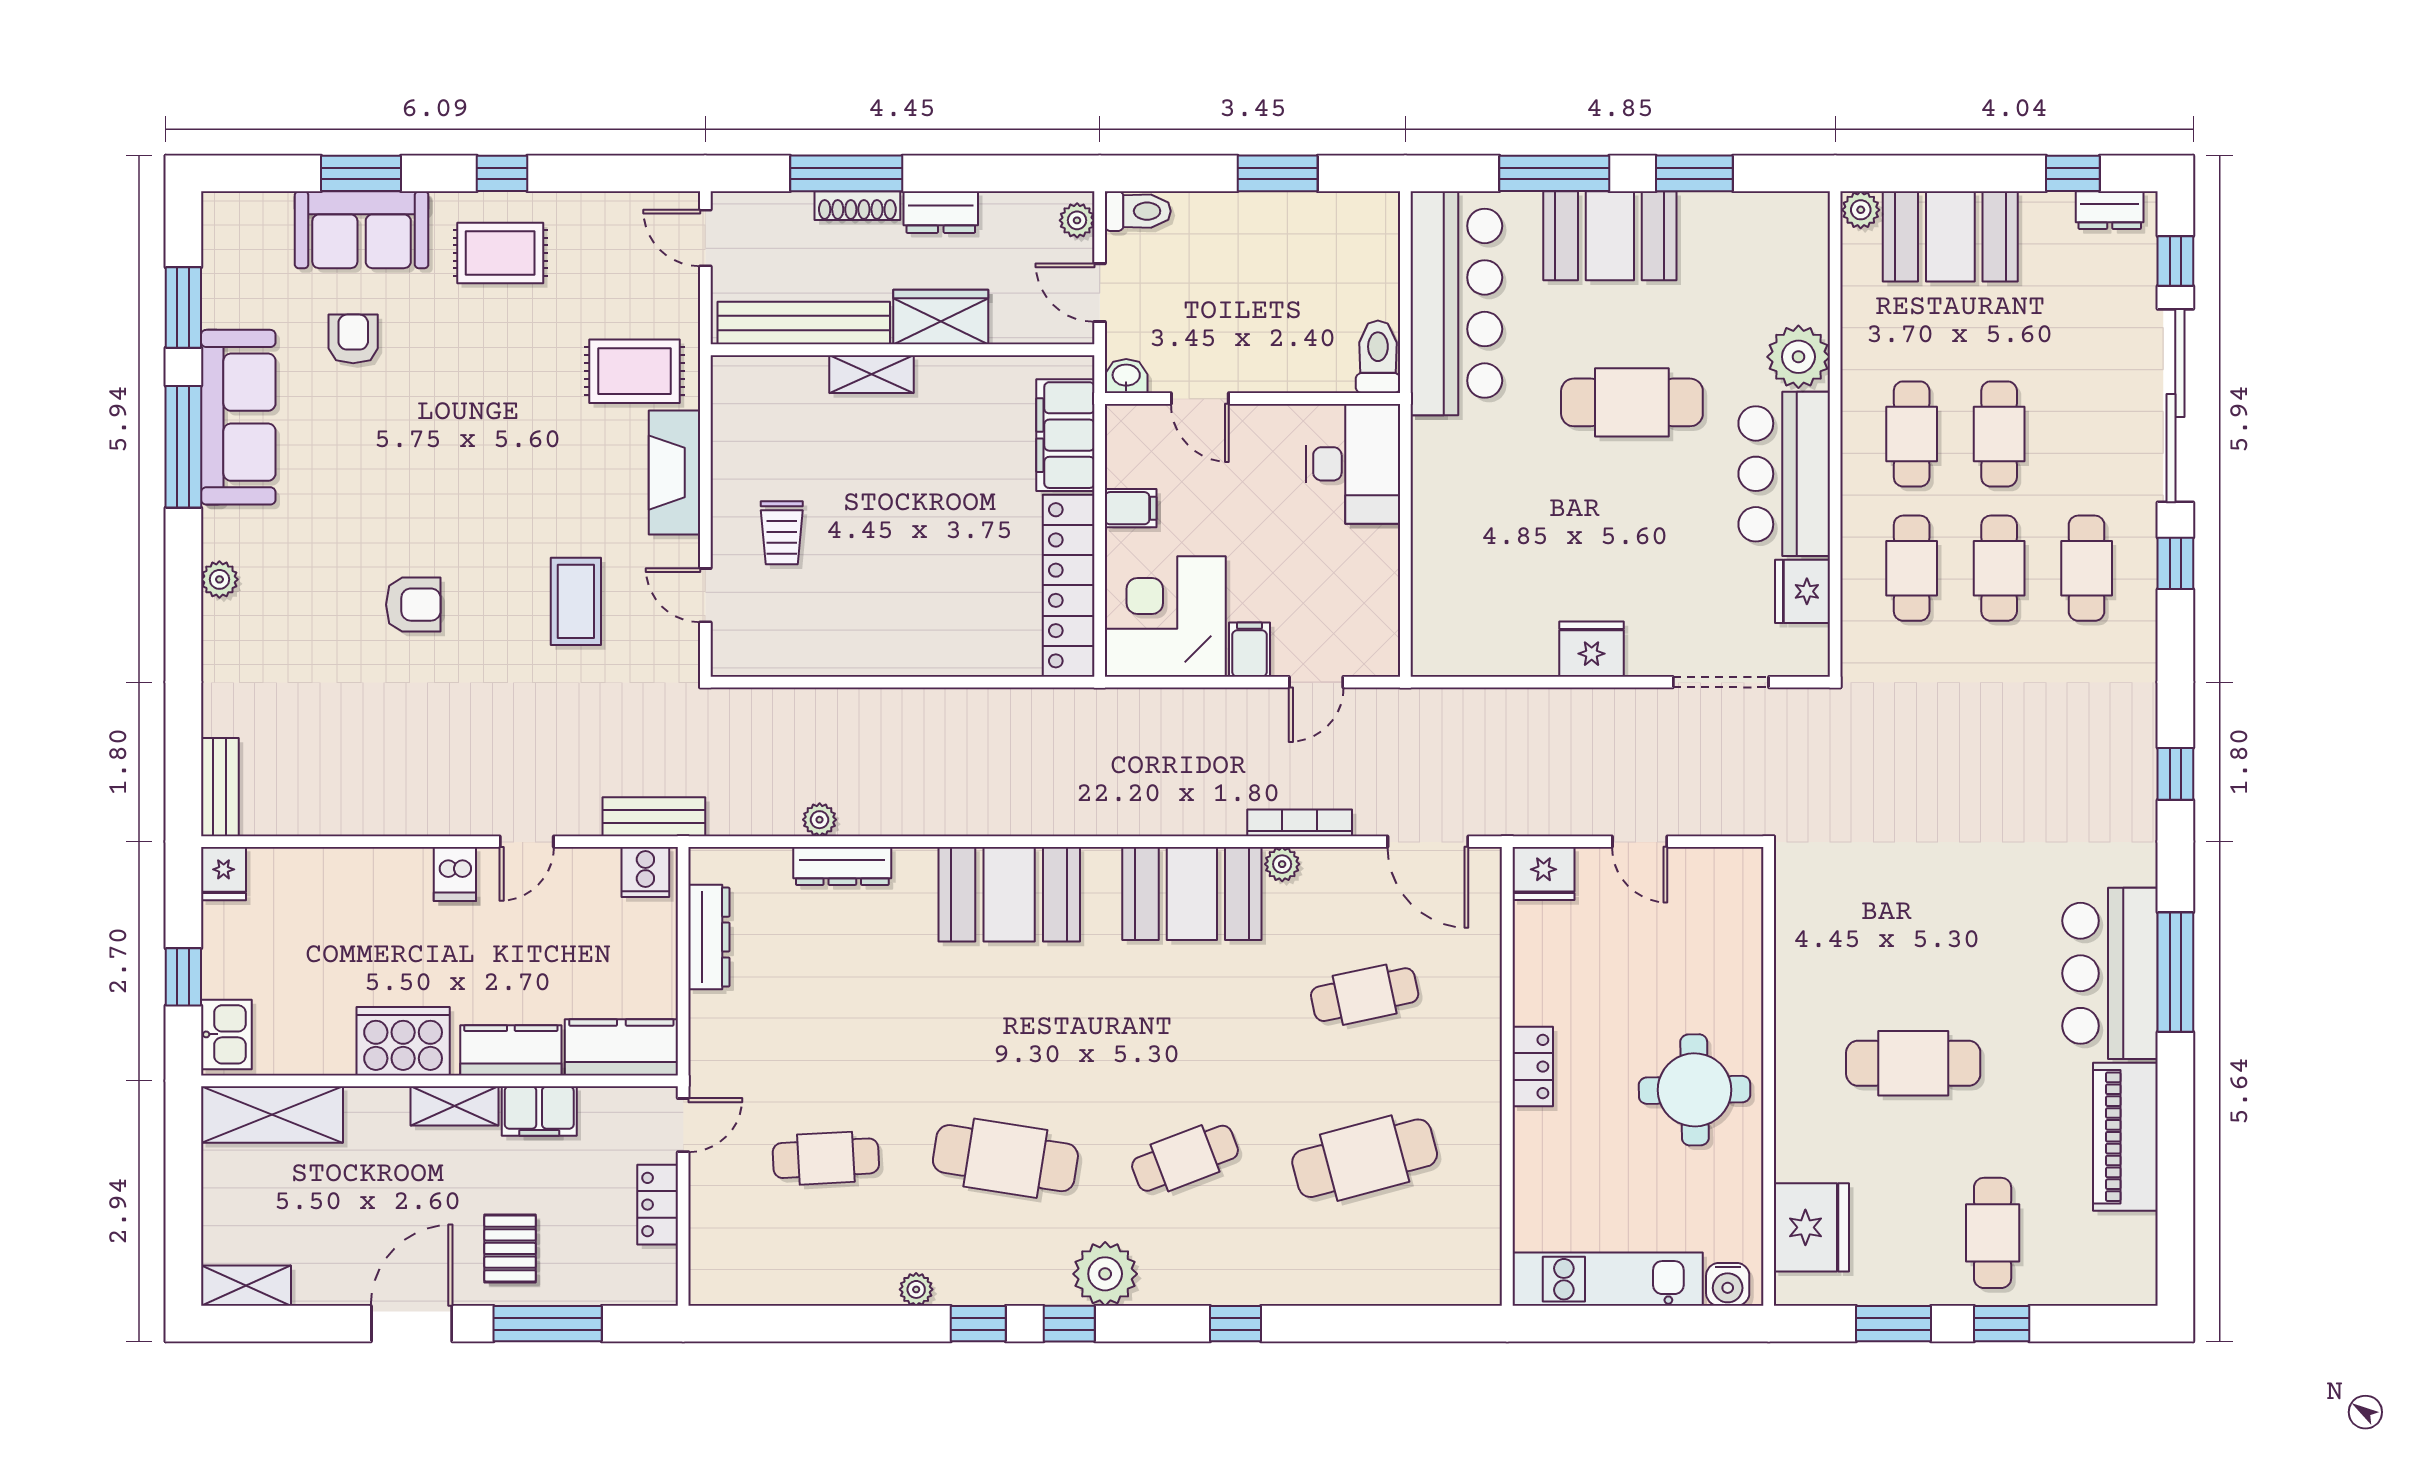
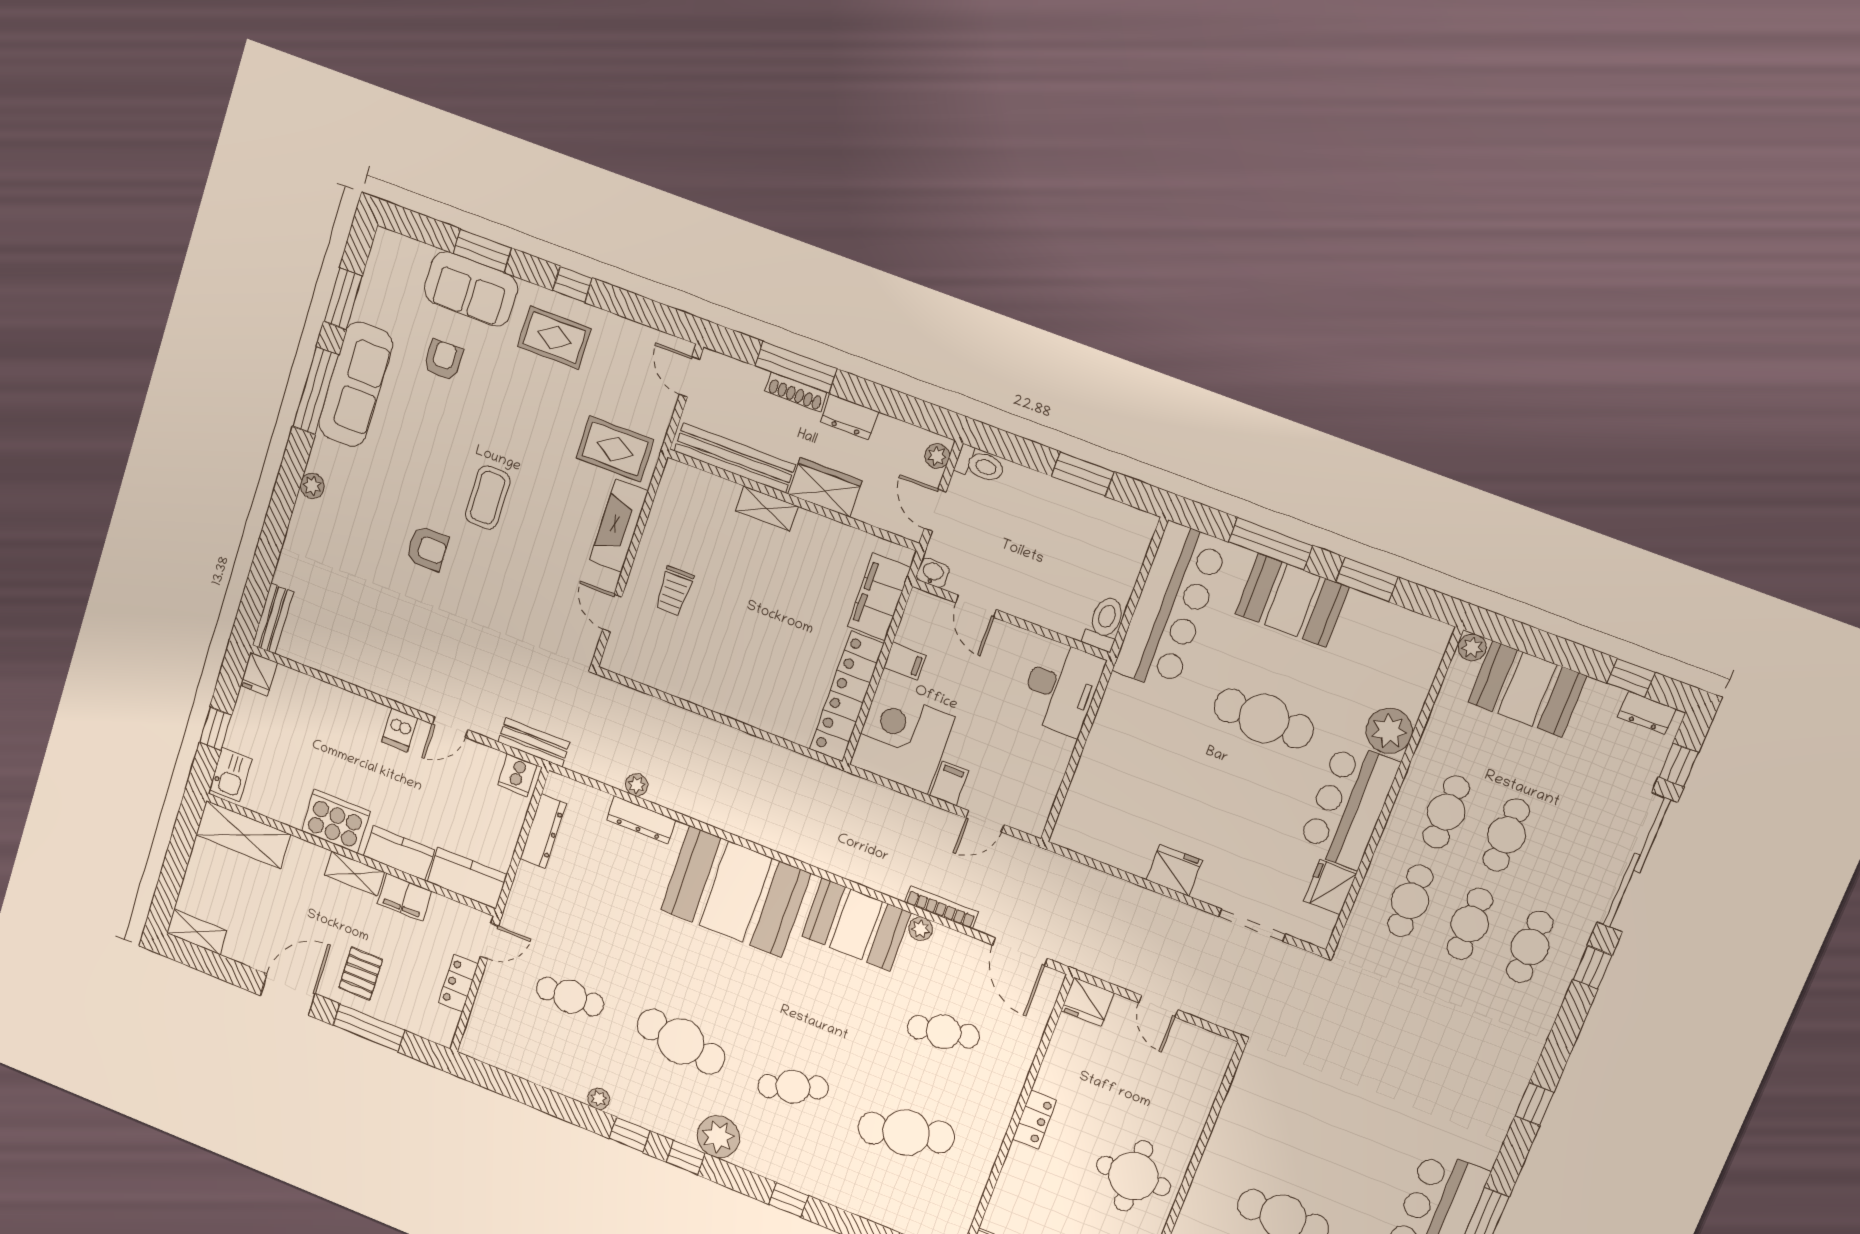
coffee table: (576, 601) -> (488, 497), moved
booth: (1009, 894) -> (736, 892), width x1.36, depth x1.42

